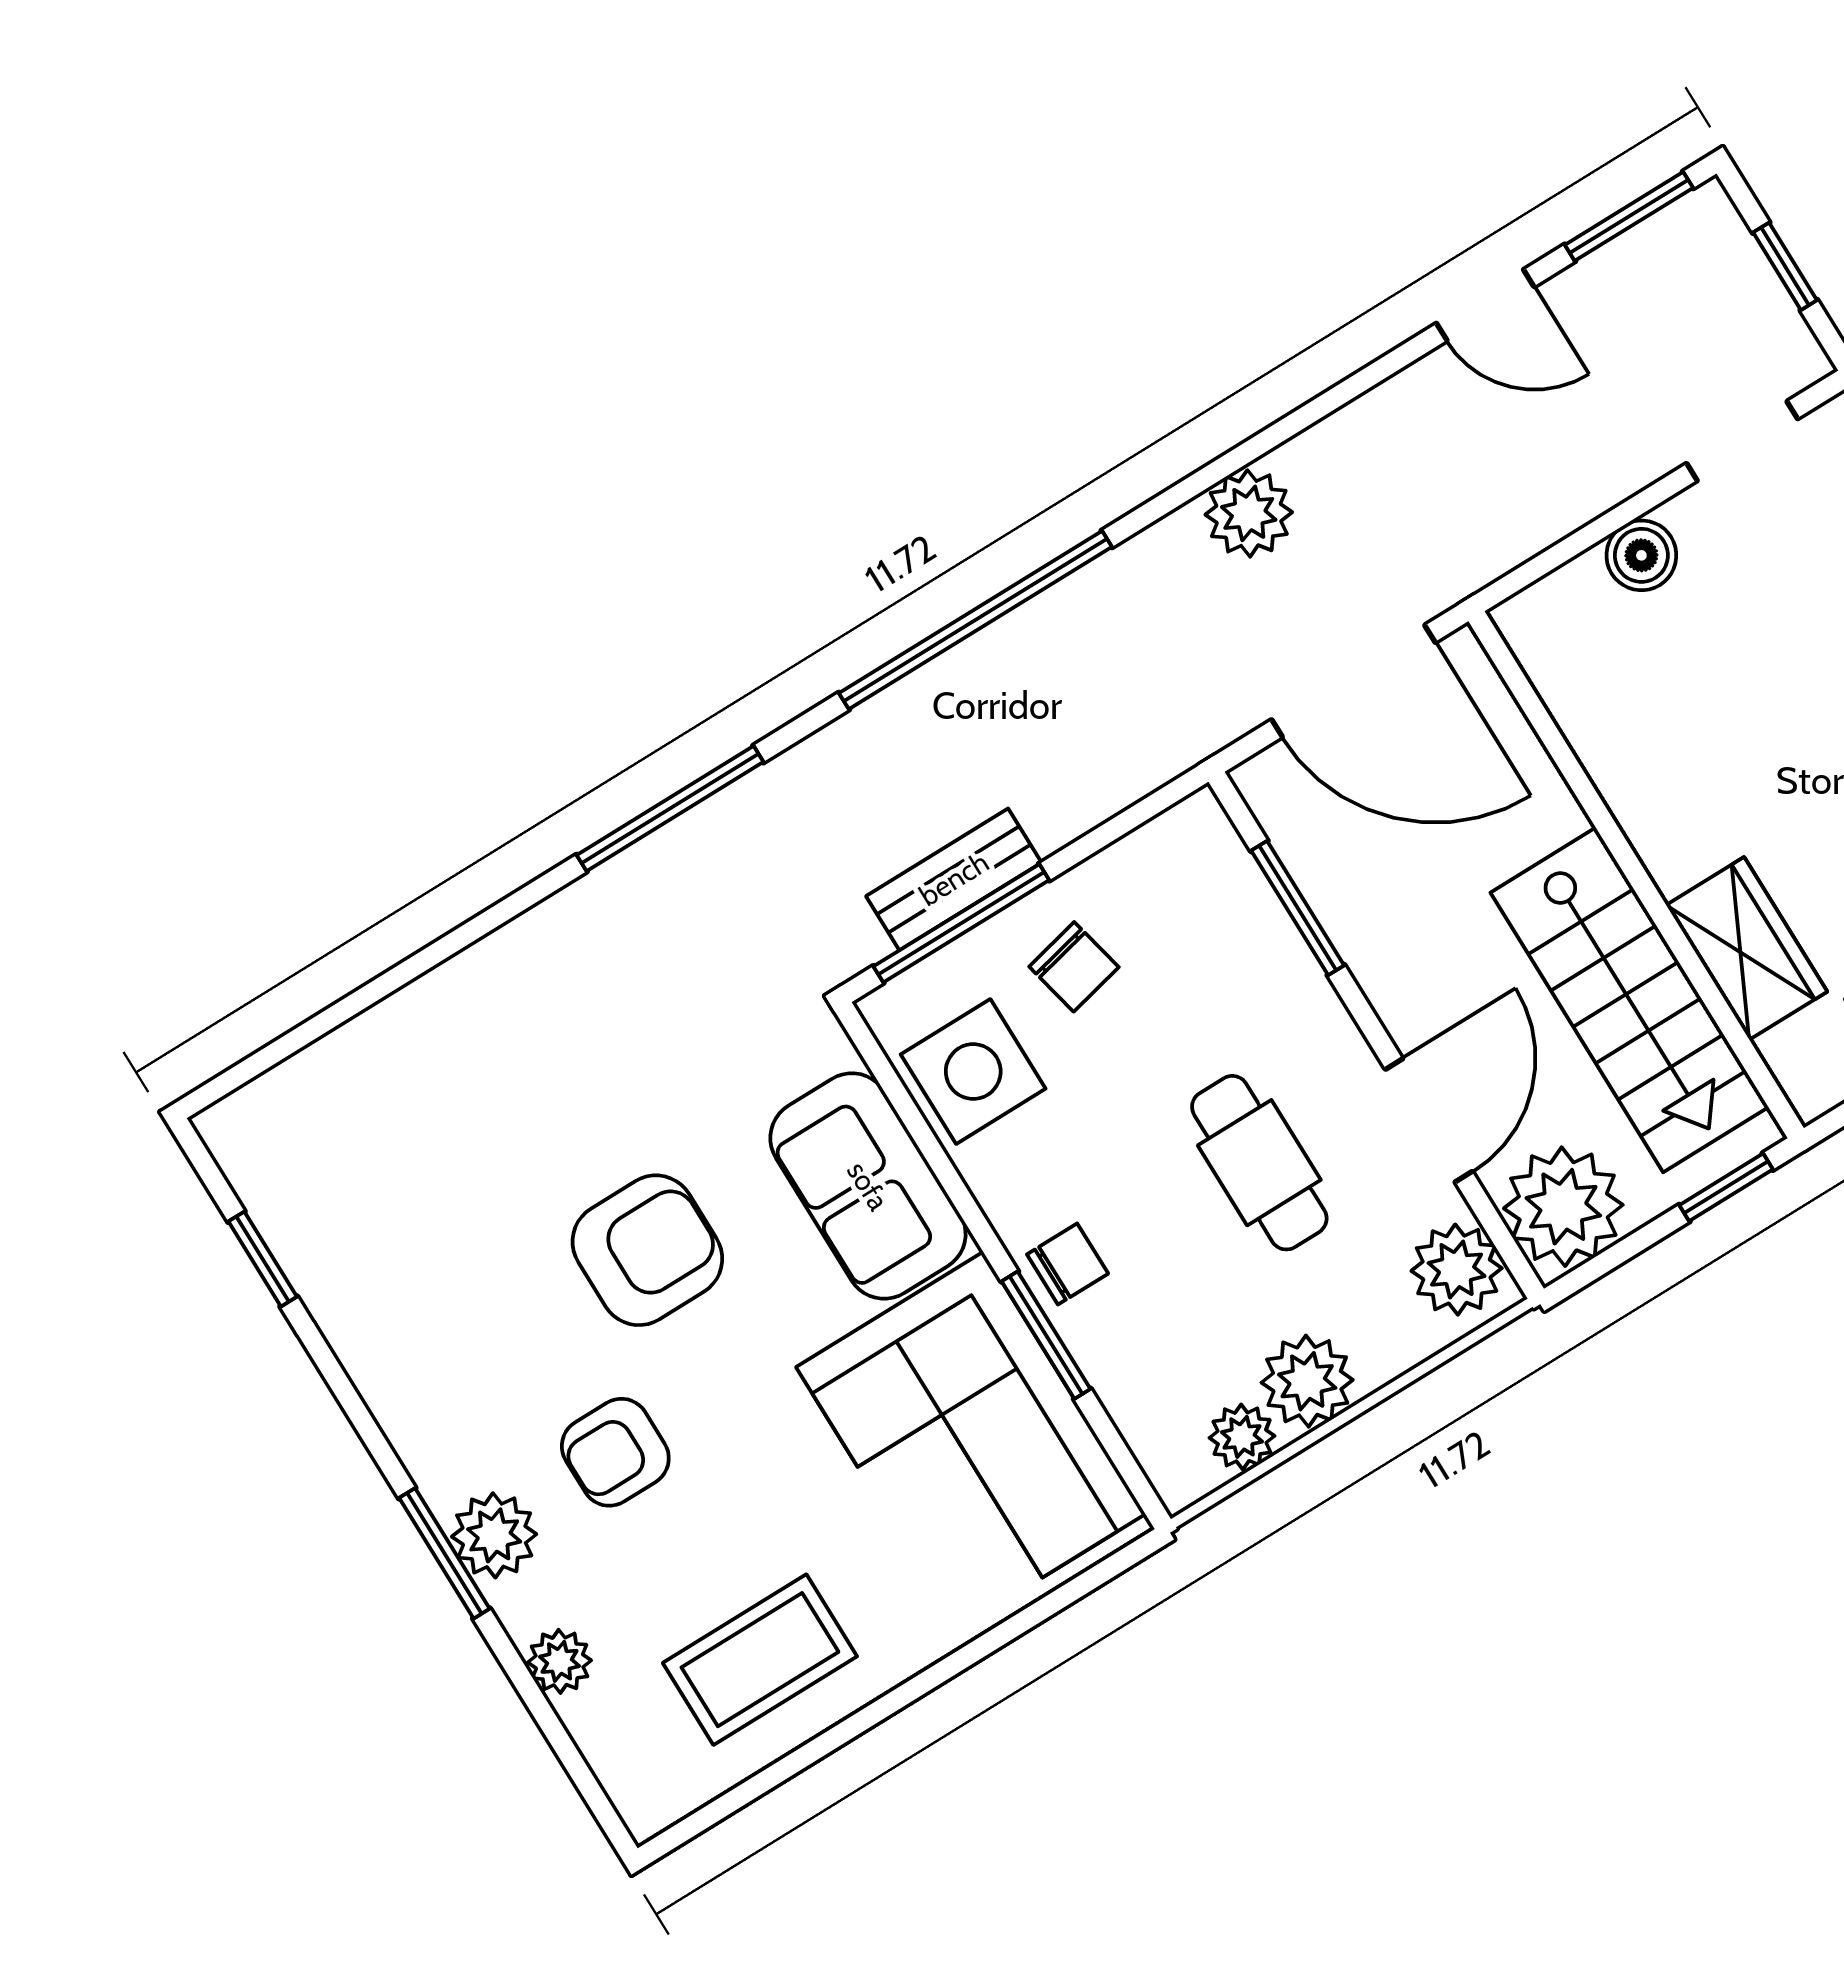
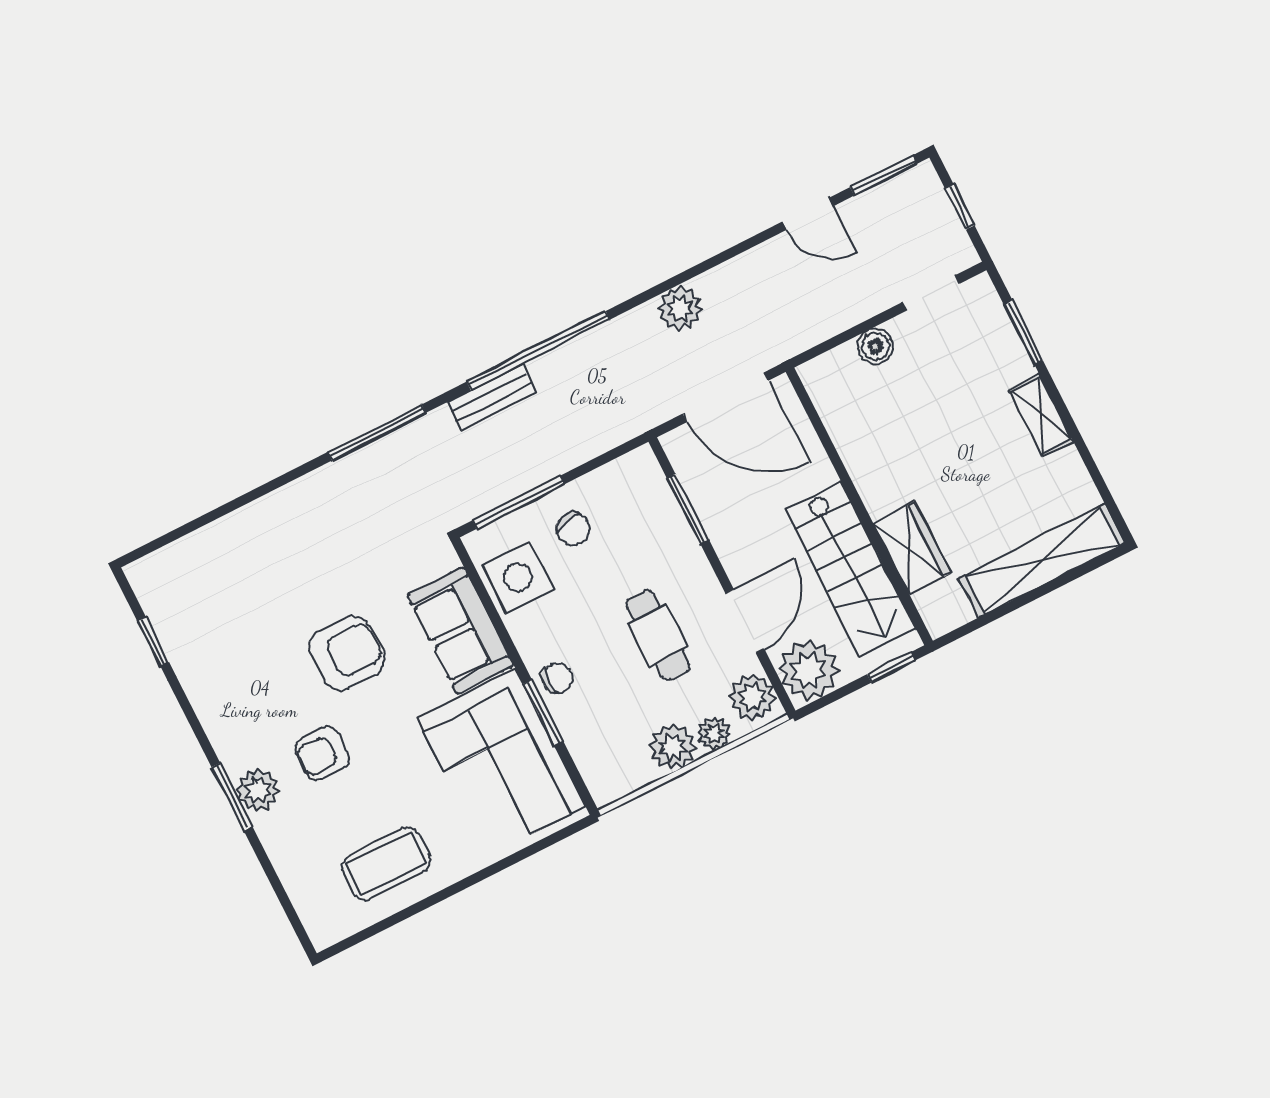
bench: (954, 879) -> (492, 397), moved
plant: (1242, 1437) -> (714, 734), moved
plant: (560, 1661) -> (285, 856), removed

